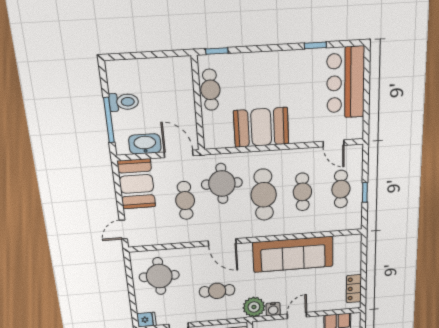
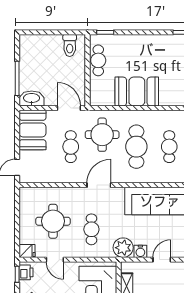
toilet: (124, 102) -> (70, 45), moved, turned 90
washbasin: (145, 144) -> (32, 98), moved
door: (222, 242) -> (99, 185), swing flipped
round table: (159, 276) -> (53, 221), moved
cafe table: (217, 291) -> (91, 229), turned 90

